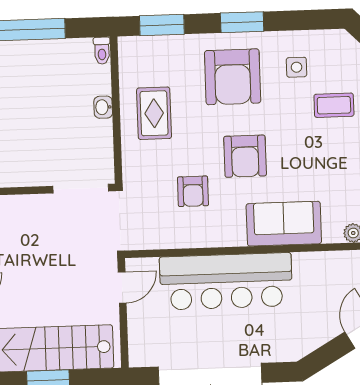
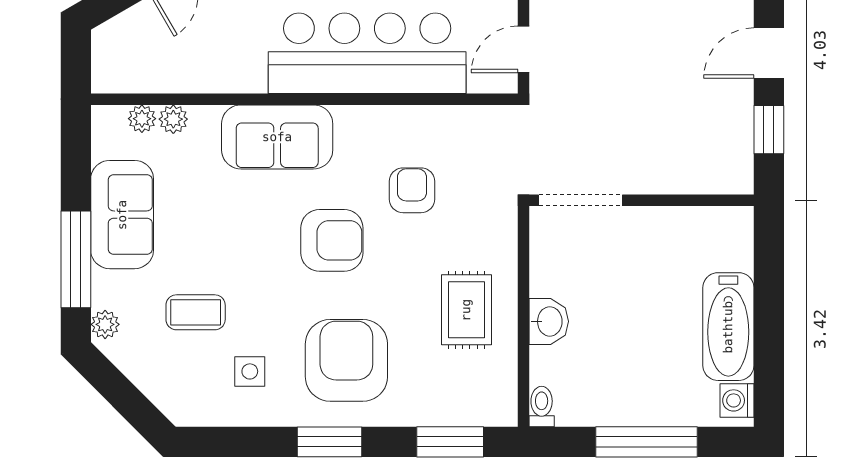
washbasin: (103, 107) -> (549, 321), width x1.38, depth x1.45
armchair: (245, 156) -> (332, 240), turned 90

